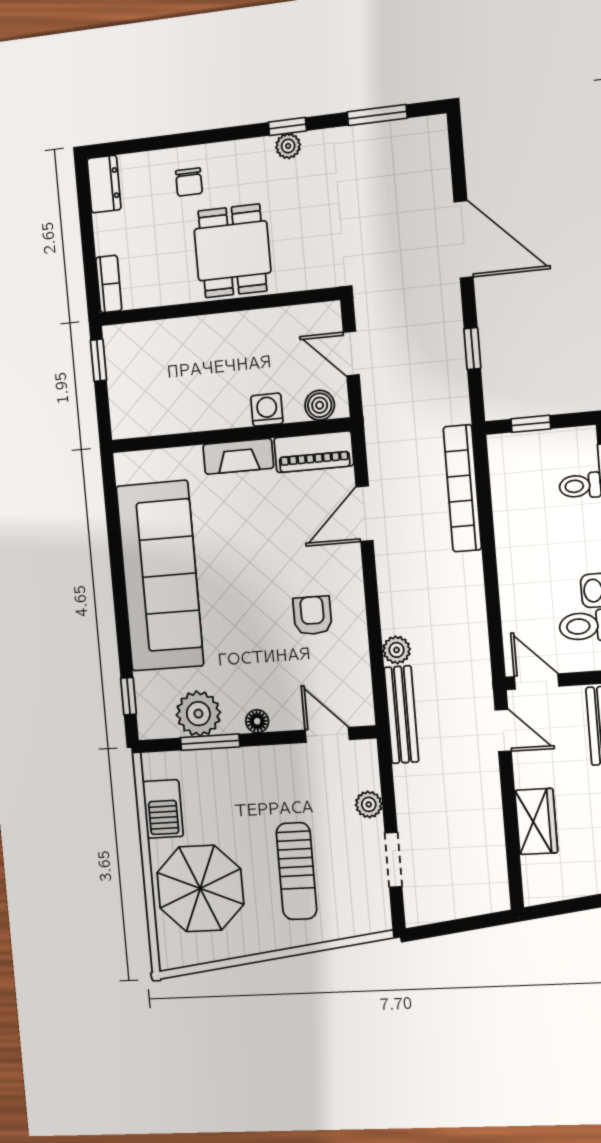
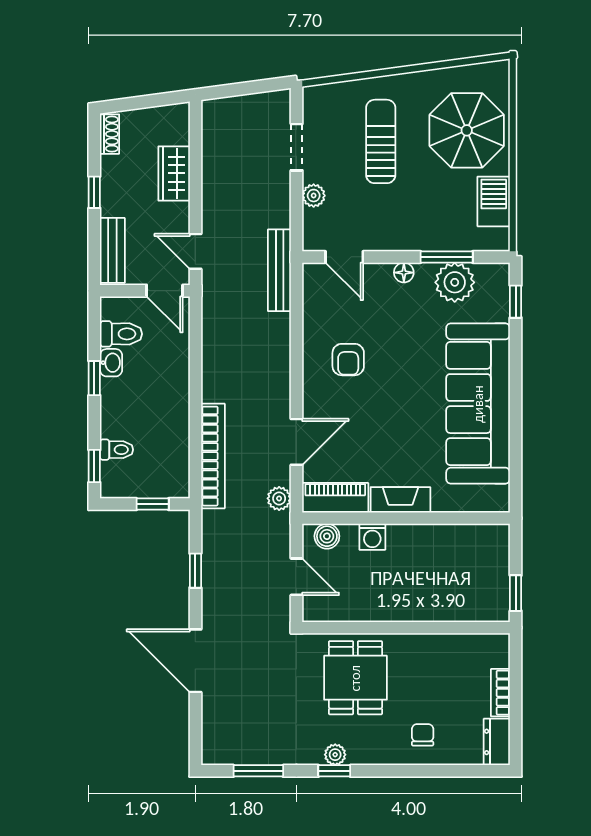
dining table: (232, 251) -> (355, 678), moved
bookcase: (109, 284) -> (500, 693), moved
plant: (397, 650) -> (279, 498), moved

